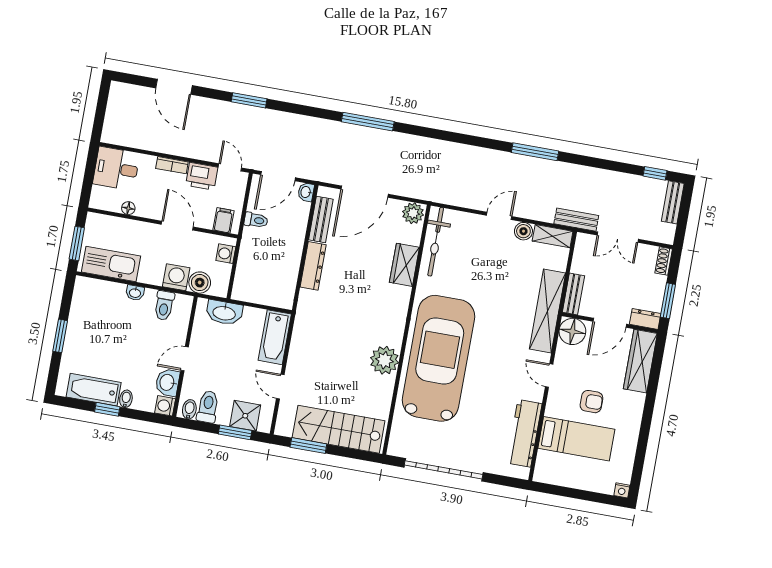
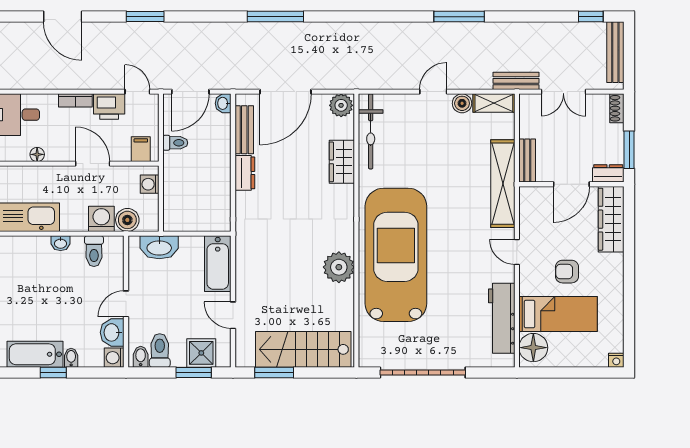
bench: (673, 202) -> (615, 52), width x1.36
dresser: (313, 266) -> (245, 173), width x0.70
floor lamp: (572, 331) -> (533, 348), moved
armchair: (591, 402) -> (567, 272), turned 180

